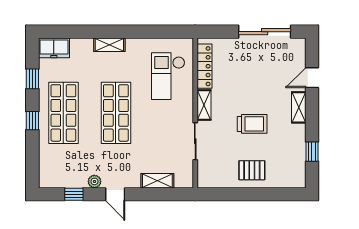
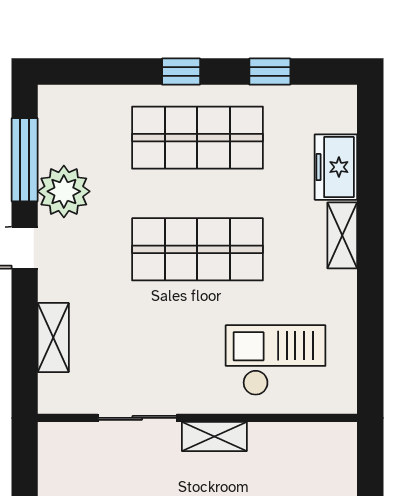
freezer: (54, 48) -> (336, 167), moved
locker: (204, 66) -> (297, 437), removed
plant: (94, 181) -> (64, 191), width x1.88, depth x1.88
window: (74, 194) -> (25, 160), width x2.17

